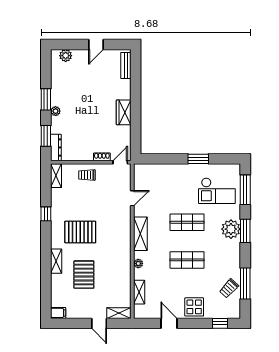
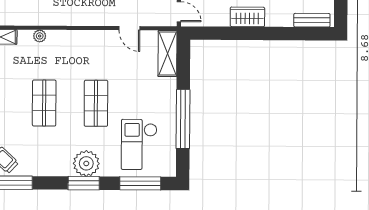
window: (198, 159) -> (183, 119), width x2.11
shelving: (140, 234) -> (167, 54), moved, turned 90

